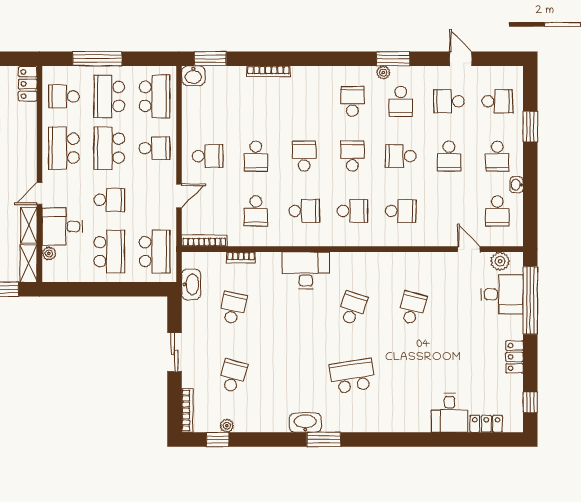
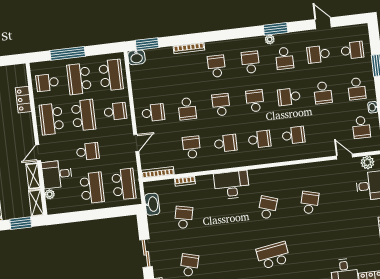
locker: (28, 84) -> (23, 100), moved
school desk: (304, 101) -> (217, 66), added
school desk: (109, 148) -> (83, 115), turned 180
school desk: (256, 211) -> (192, 147), turned 180

